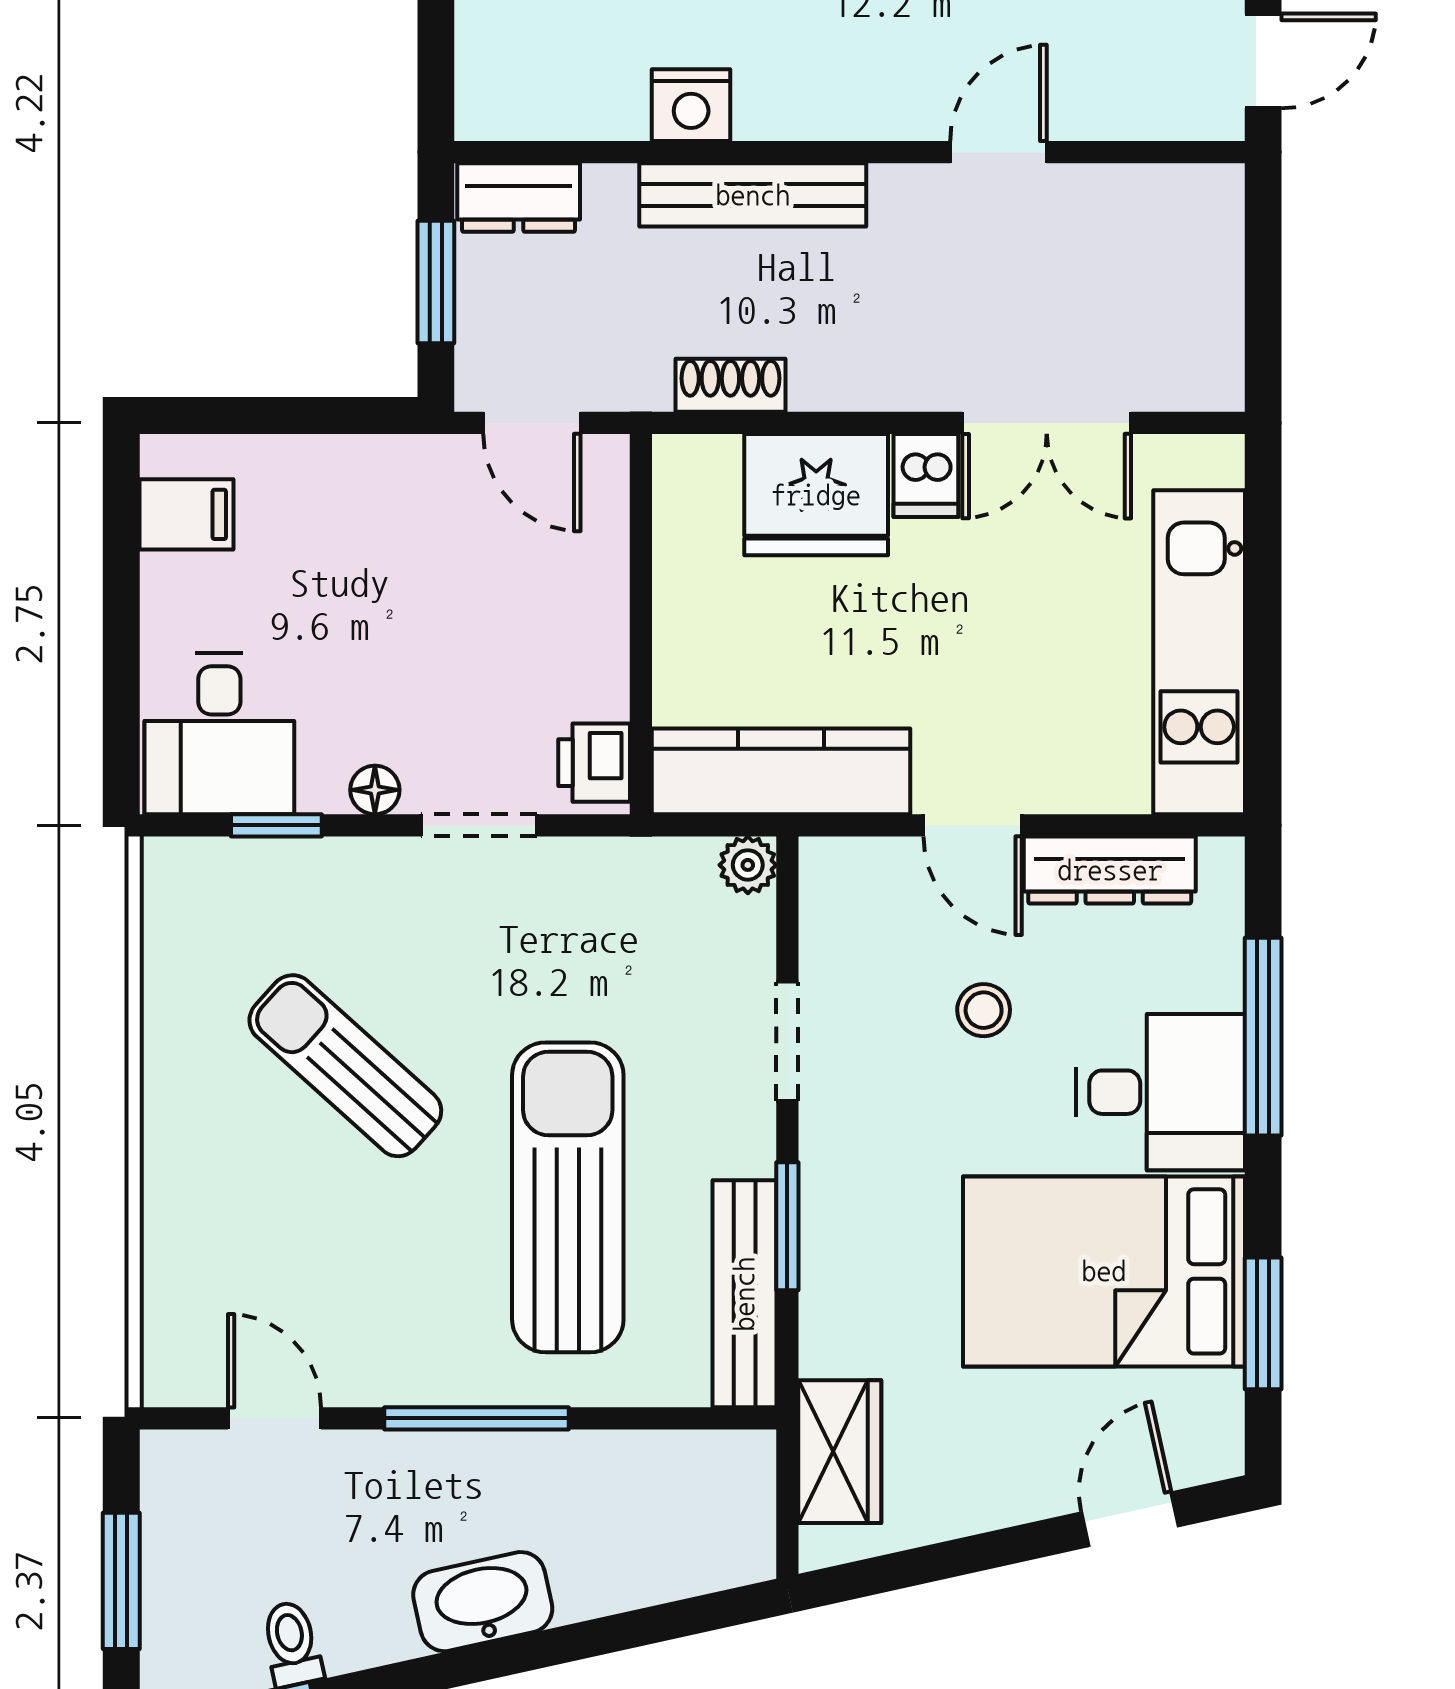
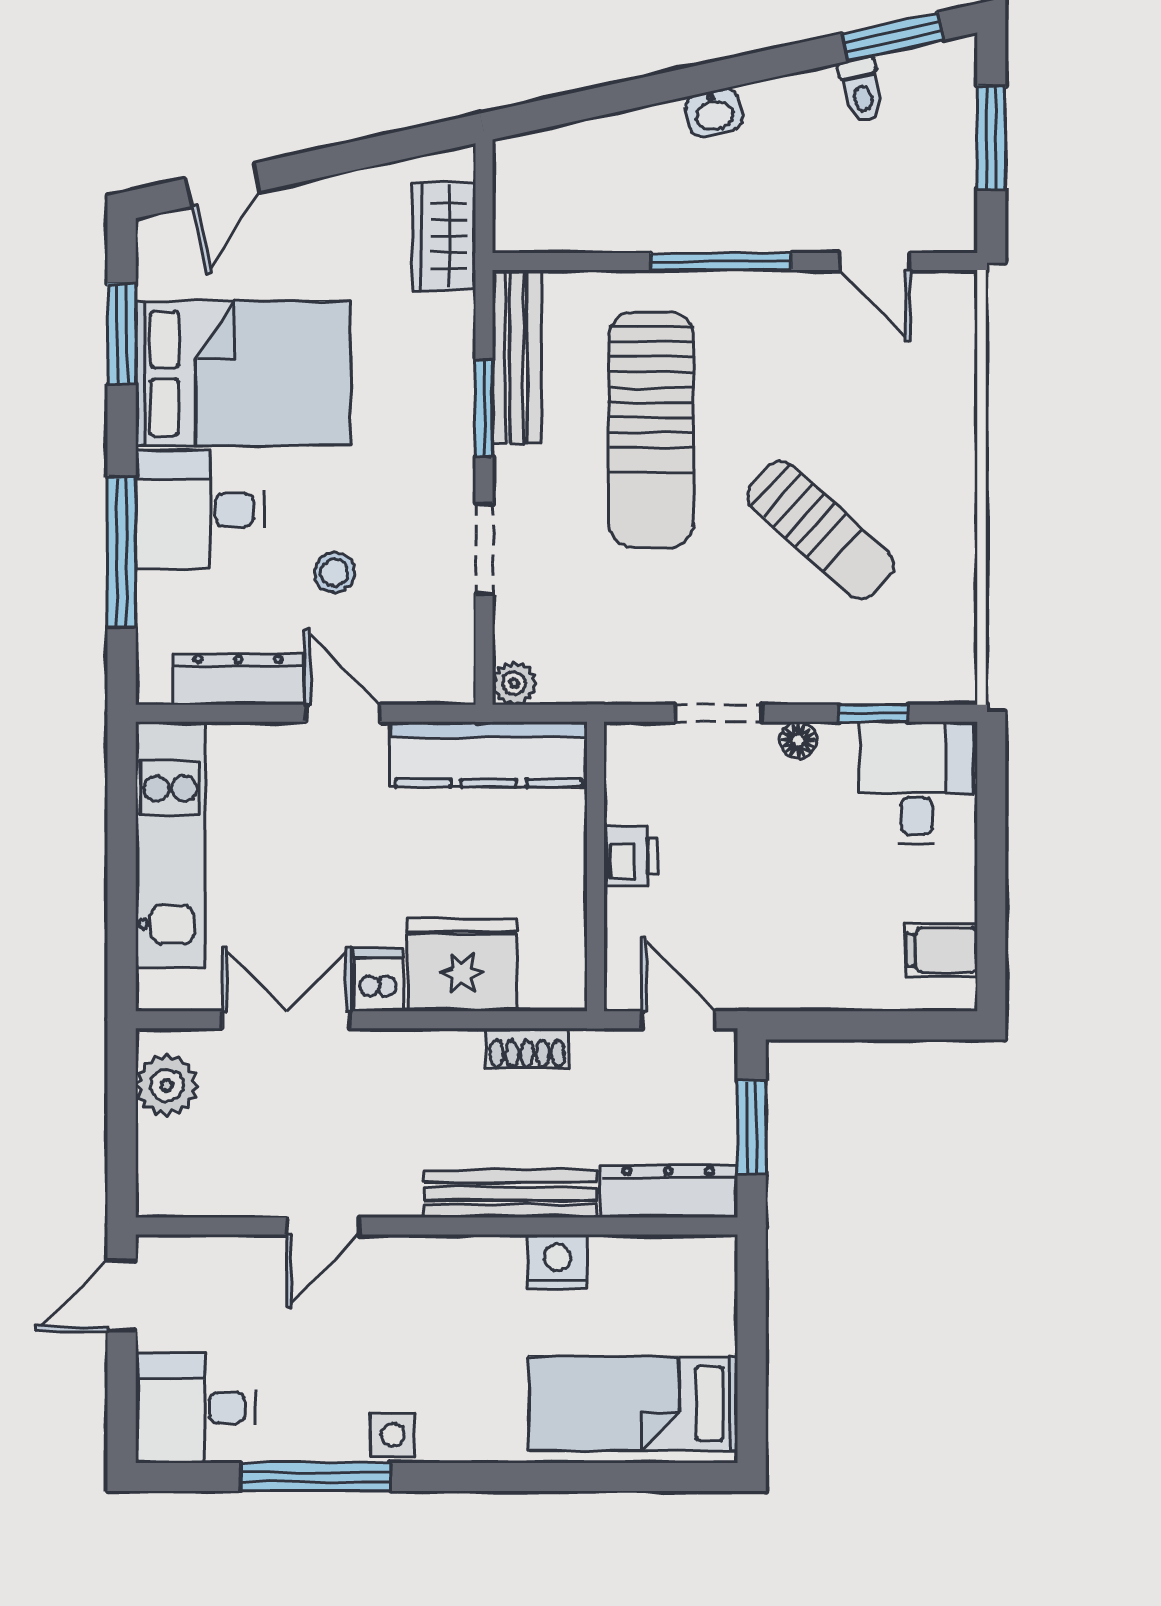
dresser: (519, 197) -> (668, 1191), width x1.44
plant: (1204, 337) -> (167, 1085), added
printer: (594, 763) -> (631, 856), moved
washbasin: (483, 1602) -> (714, 113), width x0.52, depth x0.69

